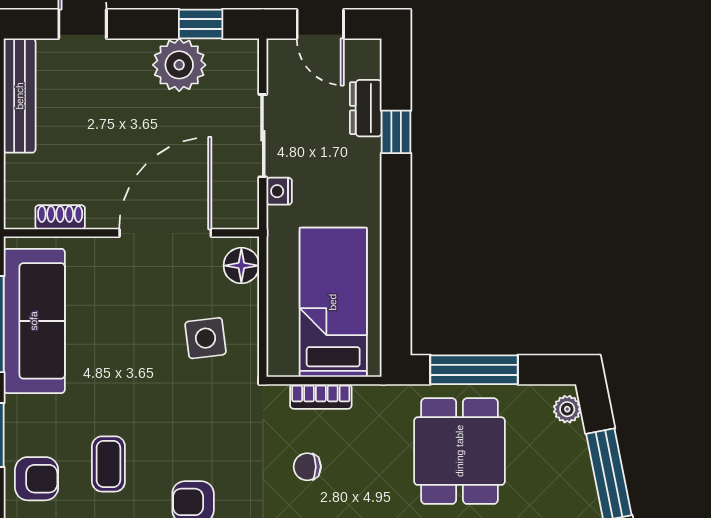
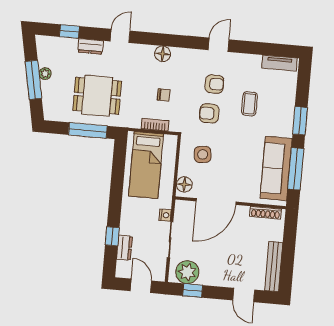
plant: (179, 65) -> (187, 272), moved
shoe rack: (60, 217) -> (265, 213), width x1.43
plant: (567, 409) -> (45, 74), moved
dining table: (460, 451) -> (97, 96), turned 90
armchair: (37, 479) -> (209, 113), moved

